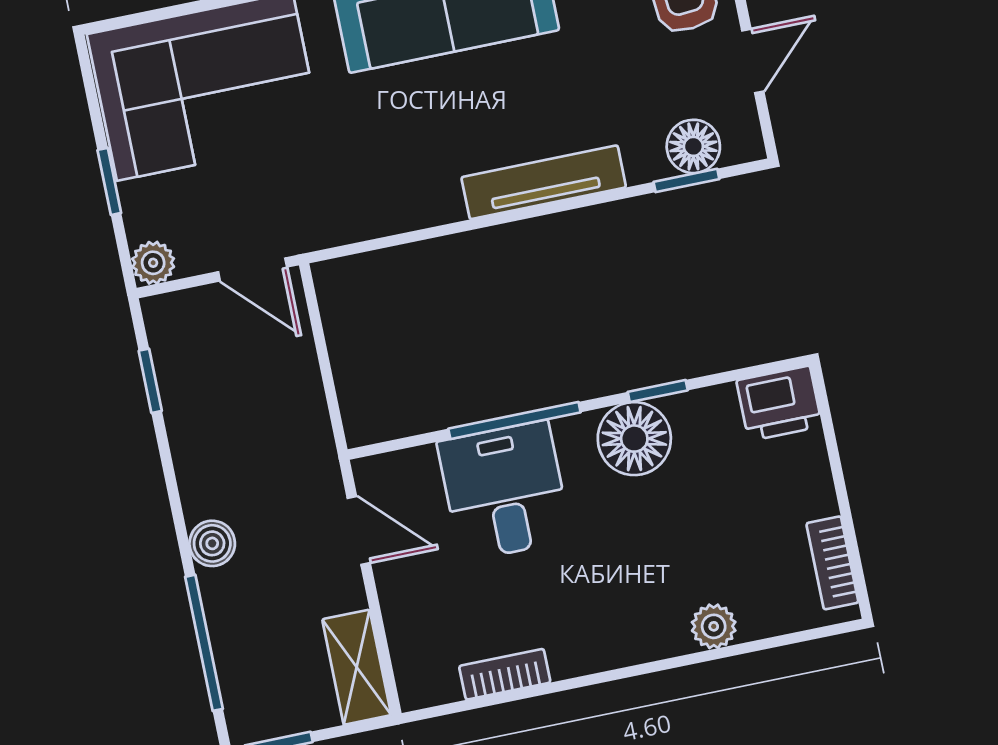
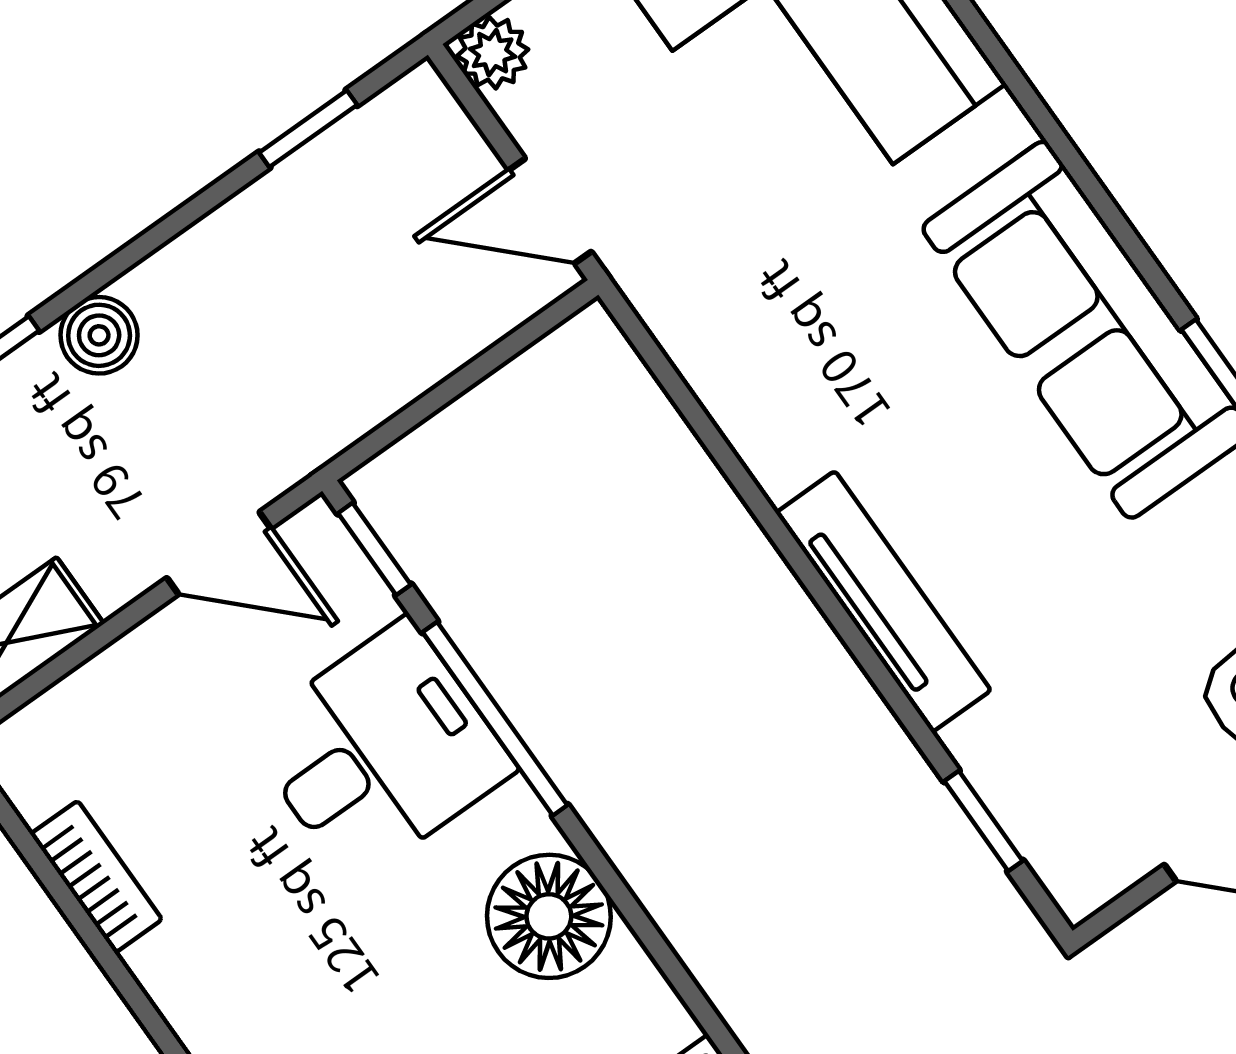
floor lamp: (693, 146) -> (1041, 808), removed
door: (253, 269) -> (550, 211), hinge flipped
window: (658, 391) -> (374, 549), moved
door: (359, 531) -> (219, 553), hinge flipped

